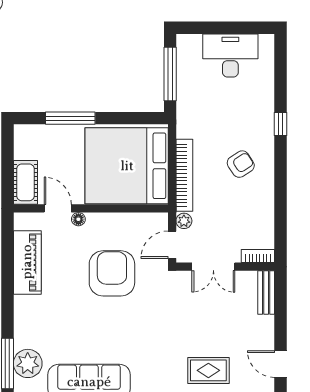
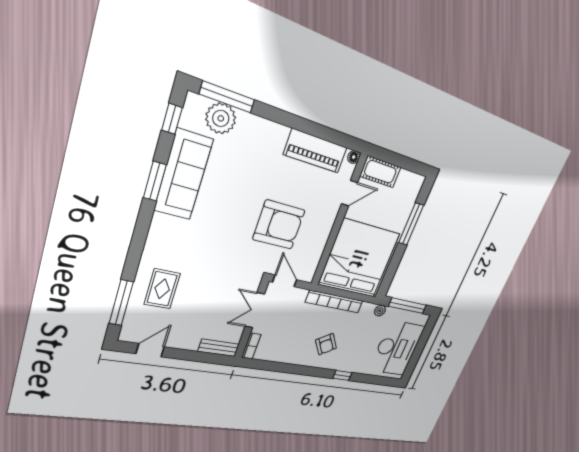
desk: (230, 55) -> (397, 348), width x1.36, depth x1.30
floor lamp: (78, 219) -> (354, 157), moved
plant: (184, 221) -> (380, 311), moved

